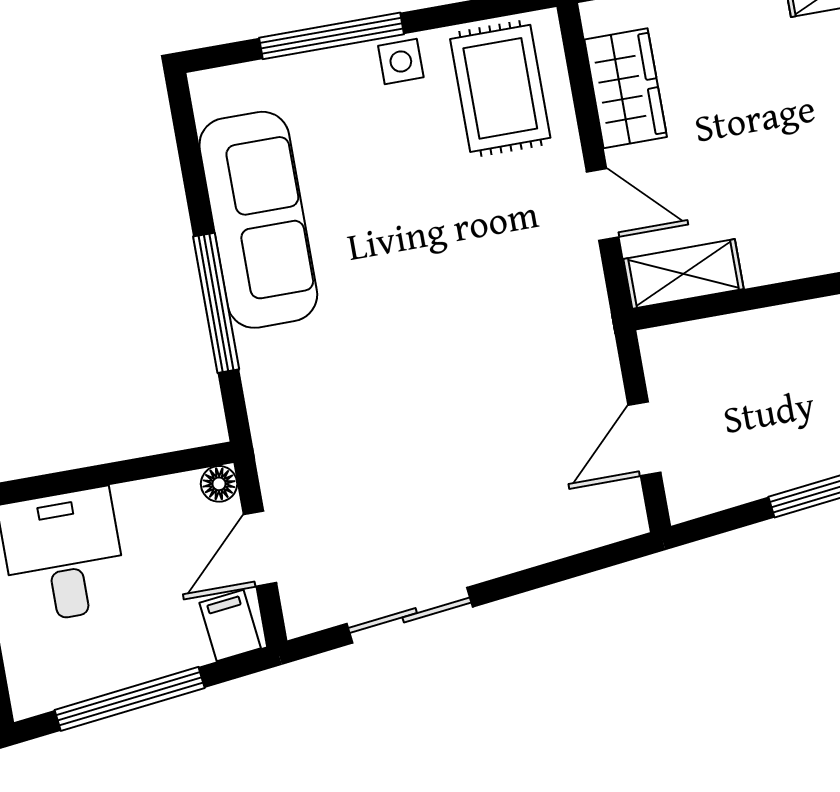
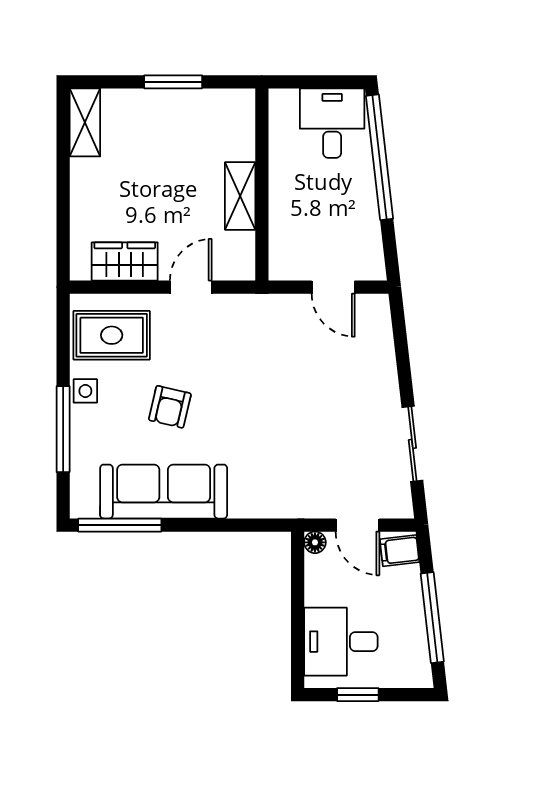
armchair: (400, 205) -> (170, 407), added
shelving: (684, 274) -> (240, 196), moved
window: (216, 303) -> (120, 525), moved

